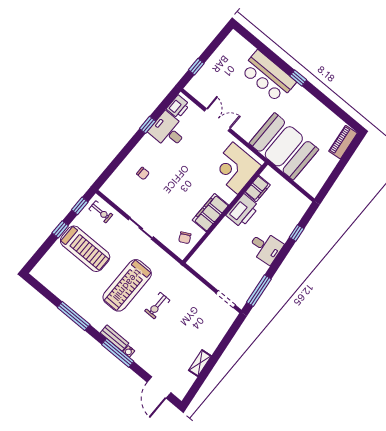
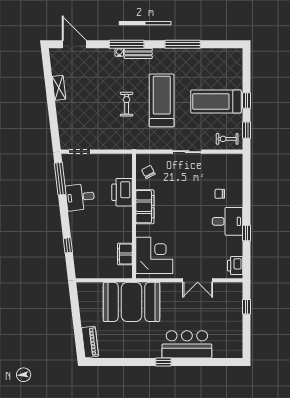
desk: (168, 131) -> (228, 221), moved
printer: (243, 211) -> (122, 192), moved
desk: (265, 247) -> (80, 197), moved

